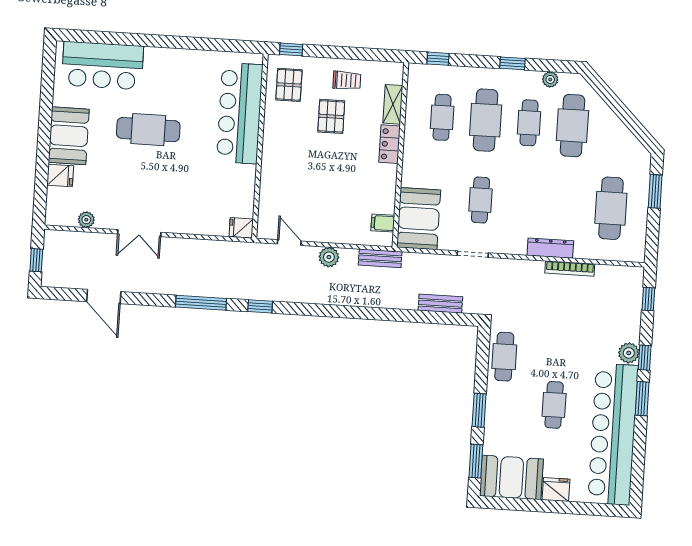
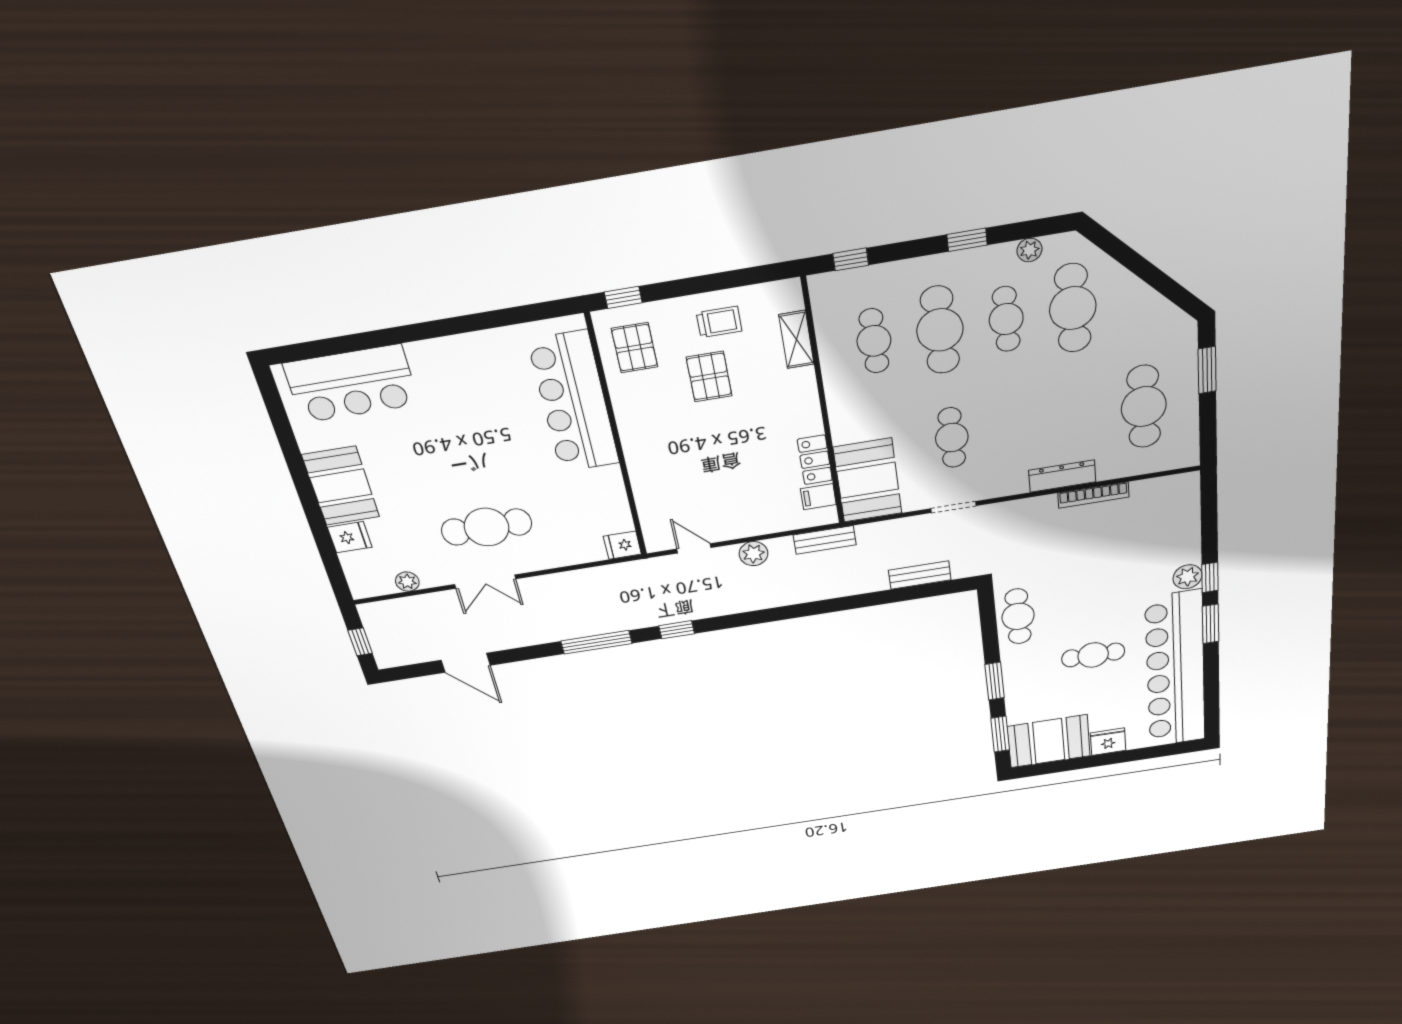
cafe table: (148, 130) -> (487, 527), moved
locker: (390, 144) -> (815, 460), moved
window: (648, 299) -> (1209, 508), removed
cafe table: (554, 405) -> (1093, 655), turned 90

